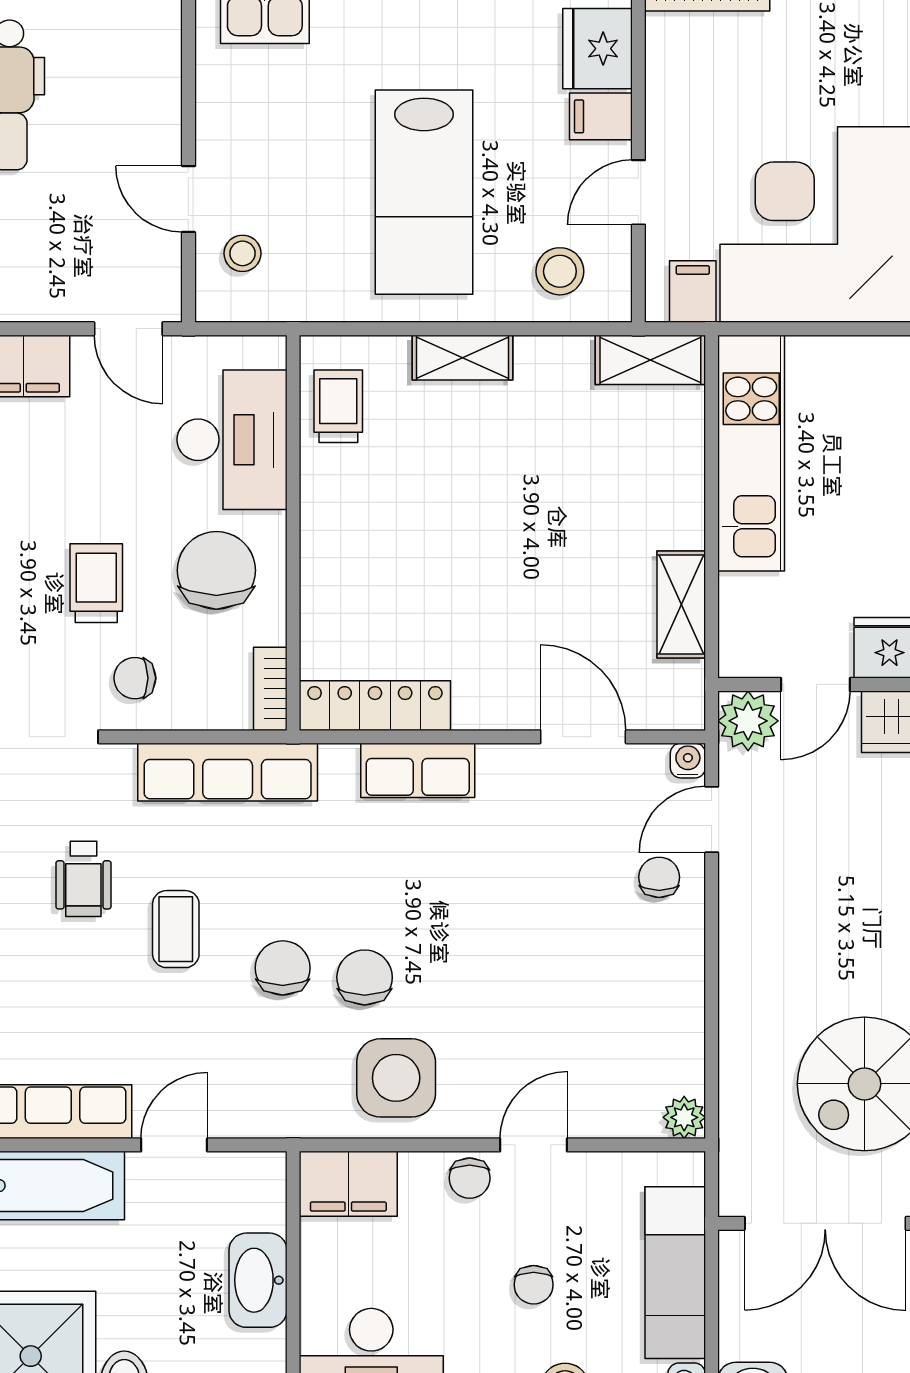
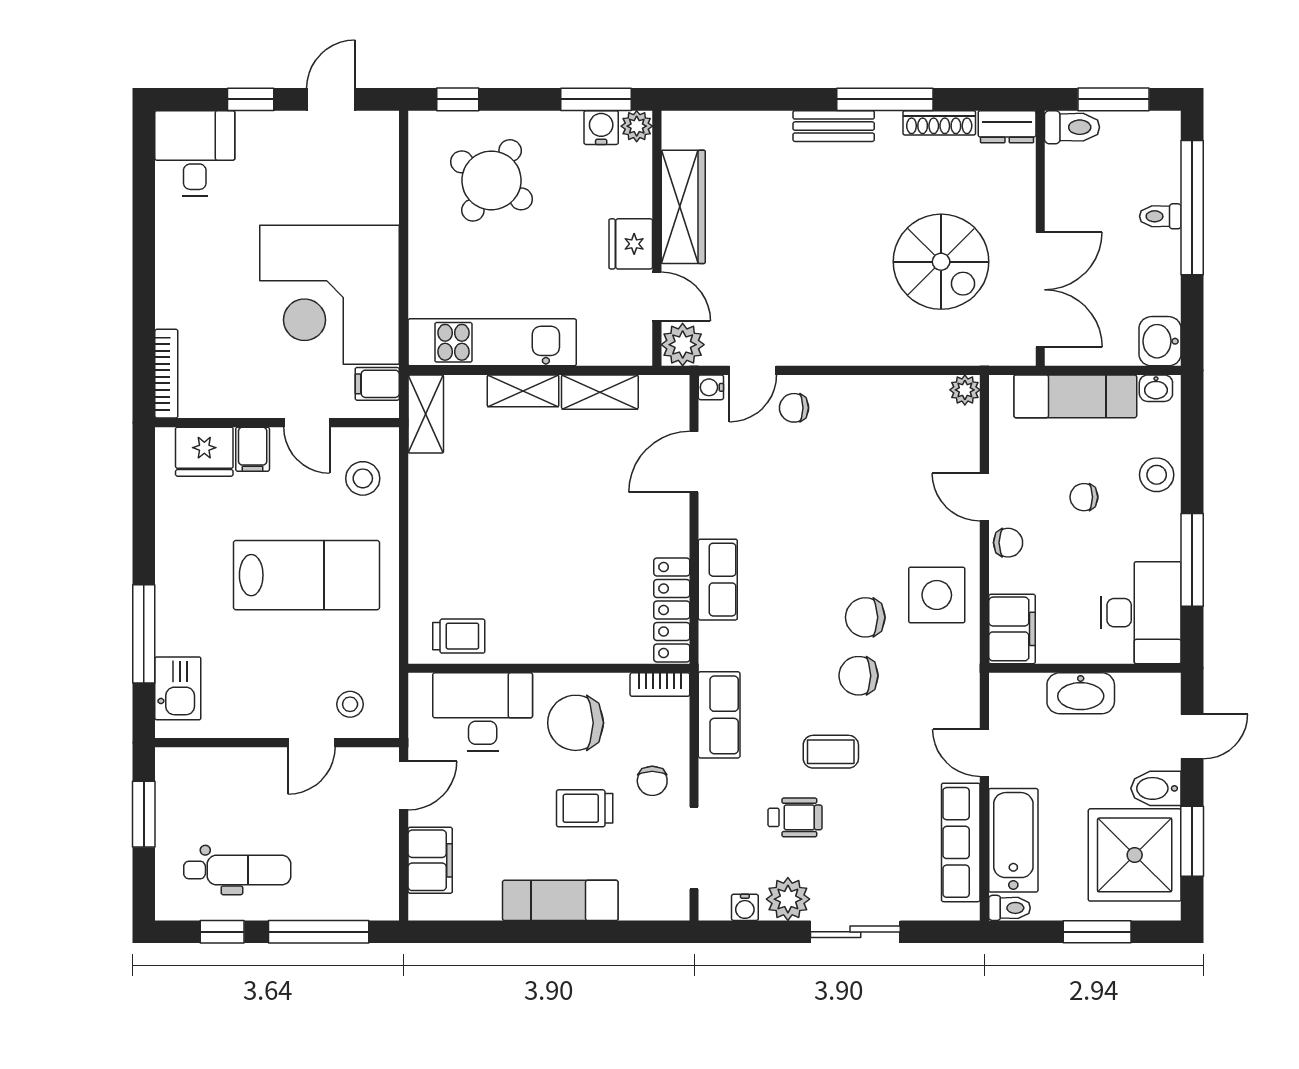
shelving: (463, 358) -> (523, 391), moved, turned 90
trolley: (338, 406) -> (459, 636), turned 180
row of seats: (228, 772) -> (719, 715), width x0.68
door: (712, 820) -> (753, 370), hinge flipped
chair: (534, 1285) -> (1084, 497), turned 180

